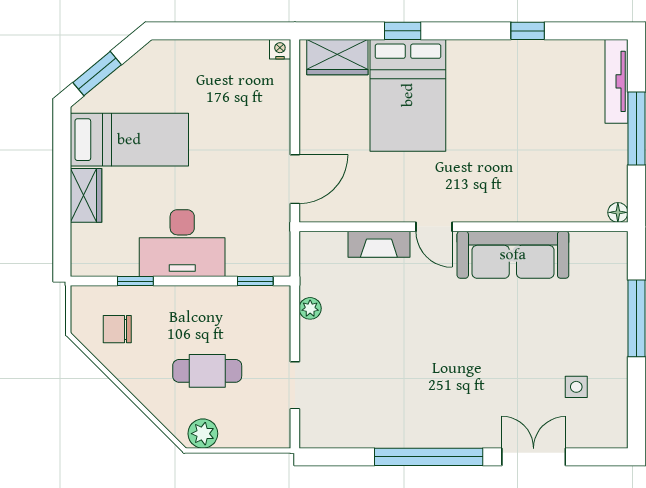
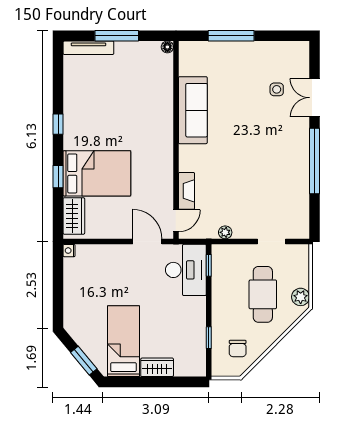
window: (528, 31) -> (58, 124), moved
door: (434, 227) -> (176, 221), moved
desk: (182, 243) -> (186, 270), moved
cafe table: (207, 371) -> (263, 294), width x1.37, depth x1.35
side table: (576, 387) -> (277, 89), moved

